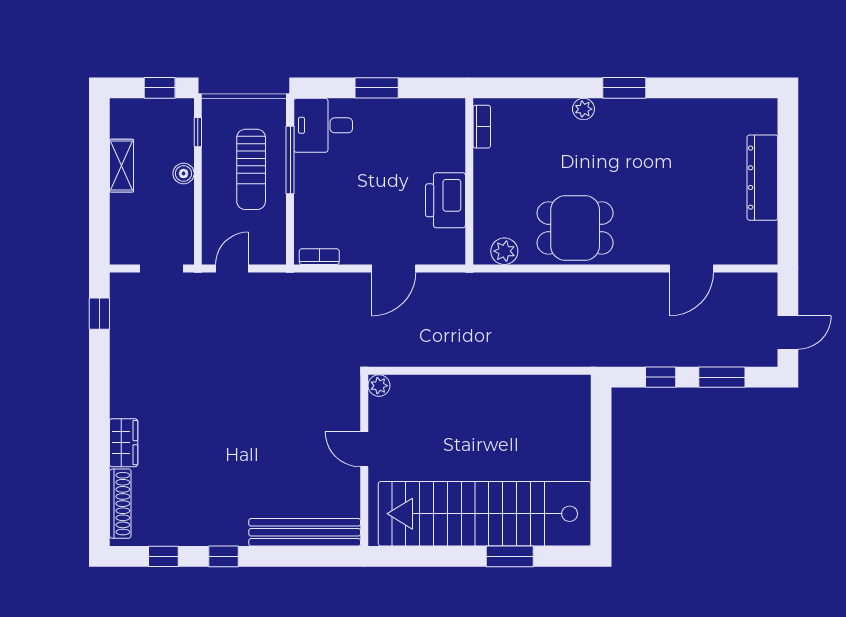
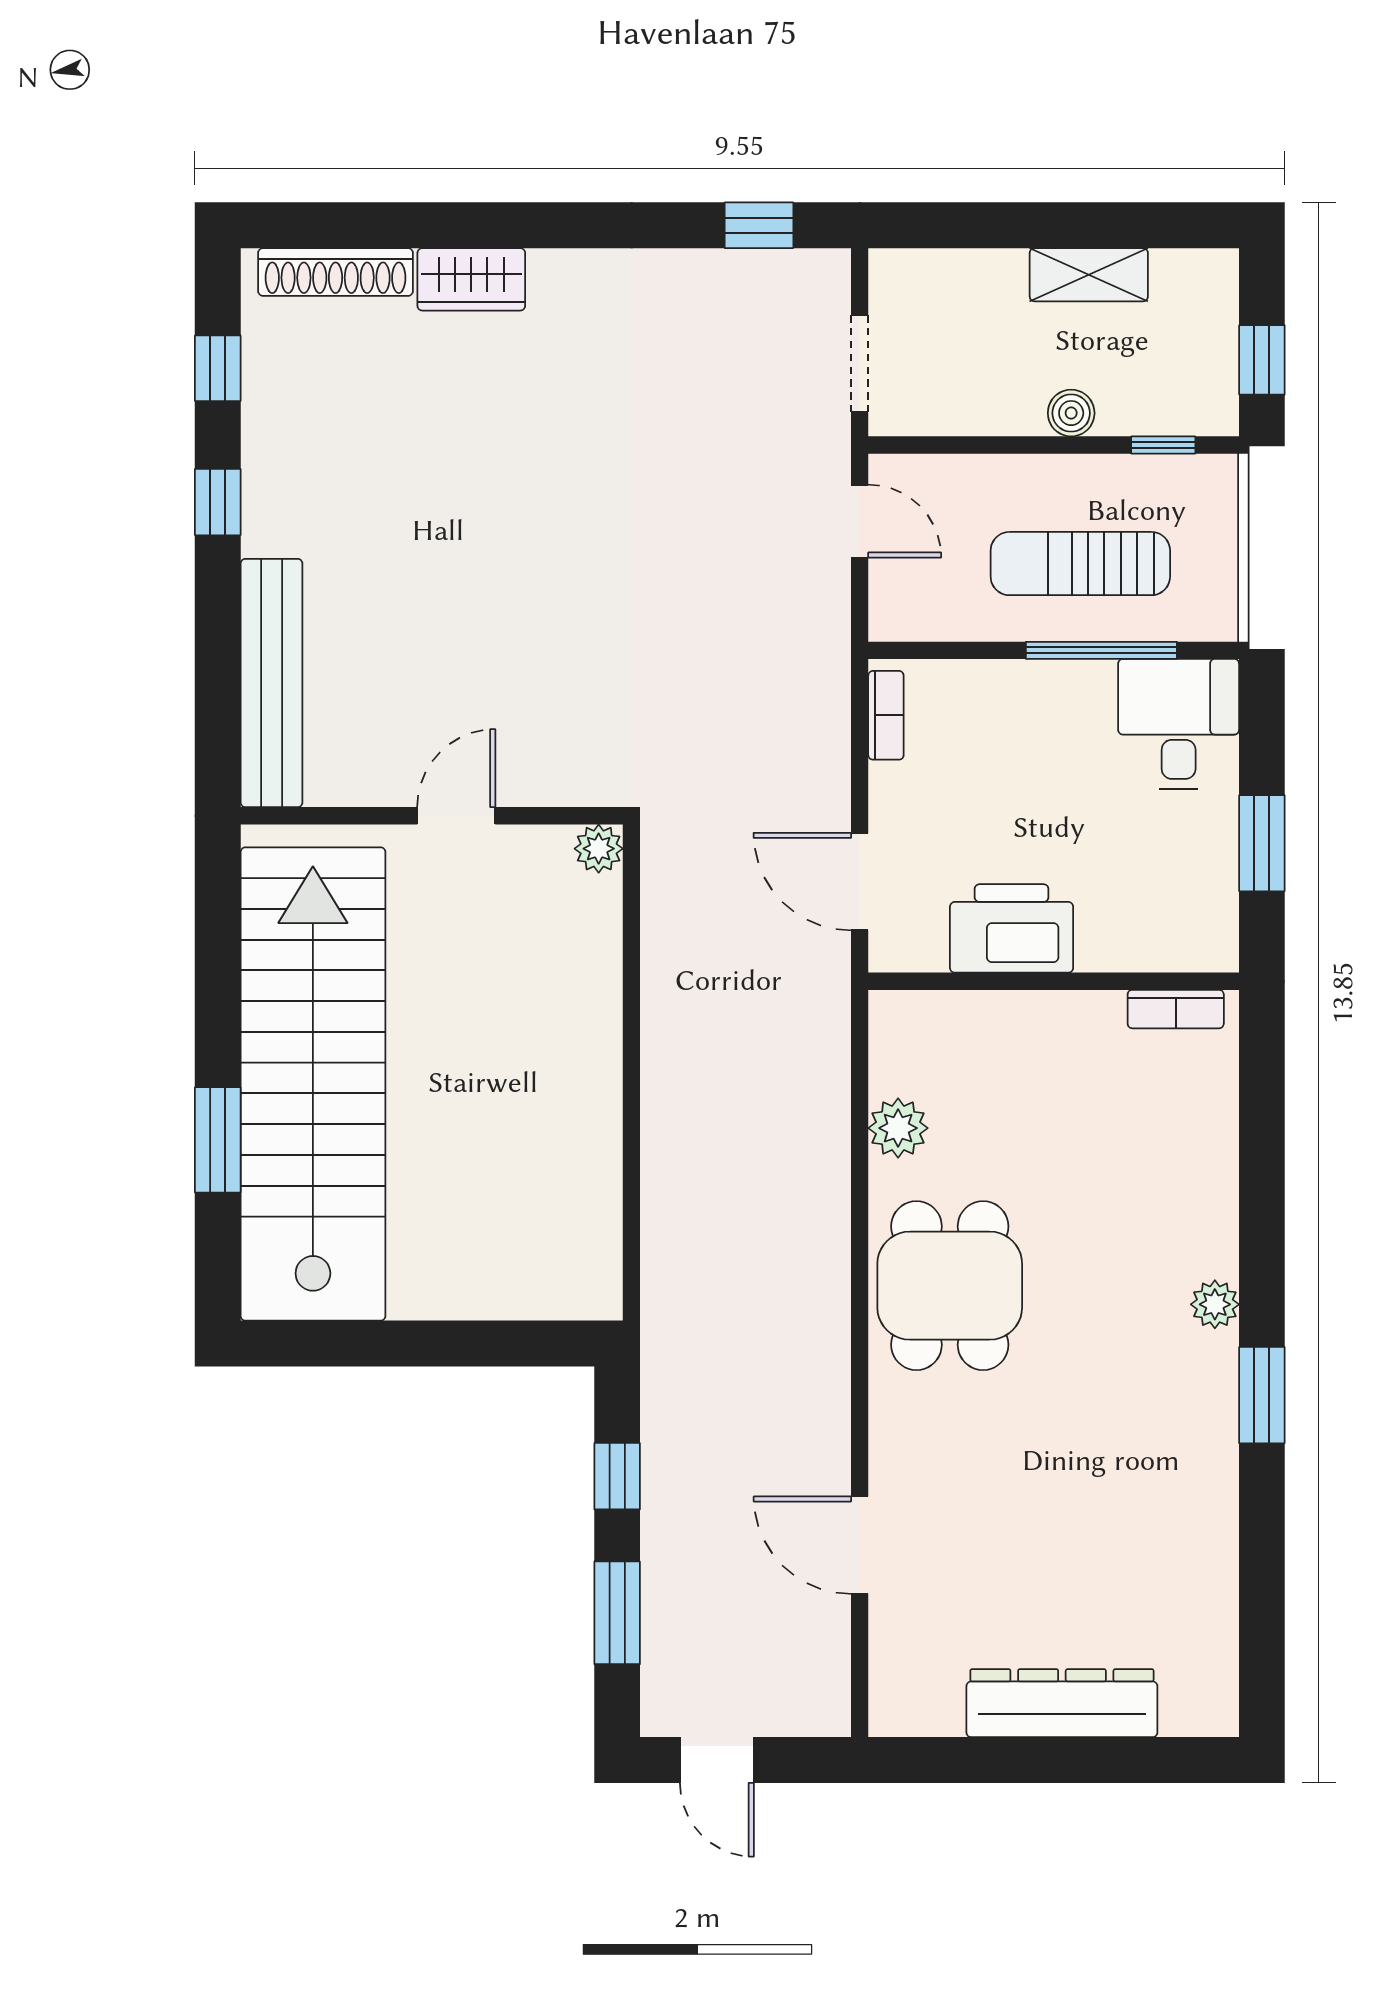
bookcase: (482, 127) -> (1176, 1009), moved
wall: (469, 181) -> (1054, 981), moved
printer: (446, 200) -> (1012, 928), moved

